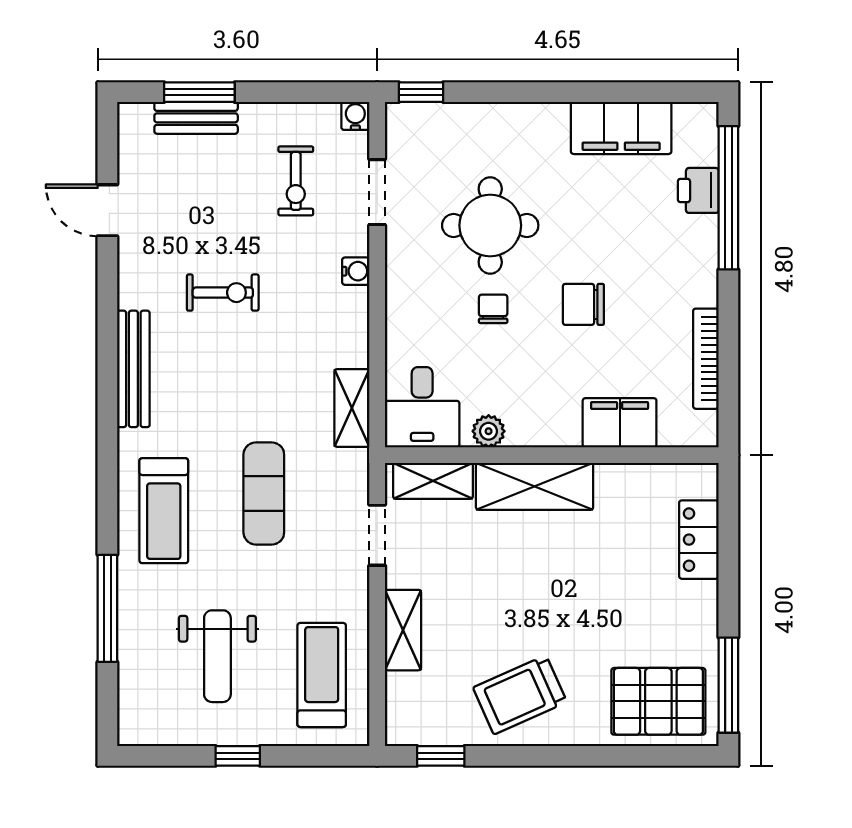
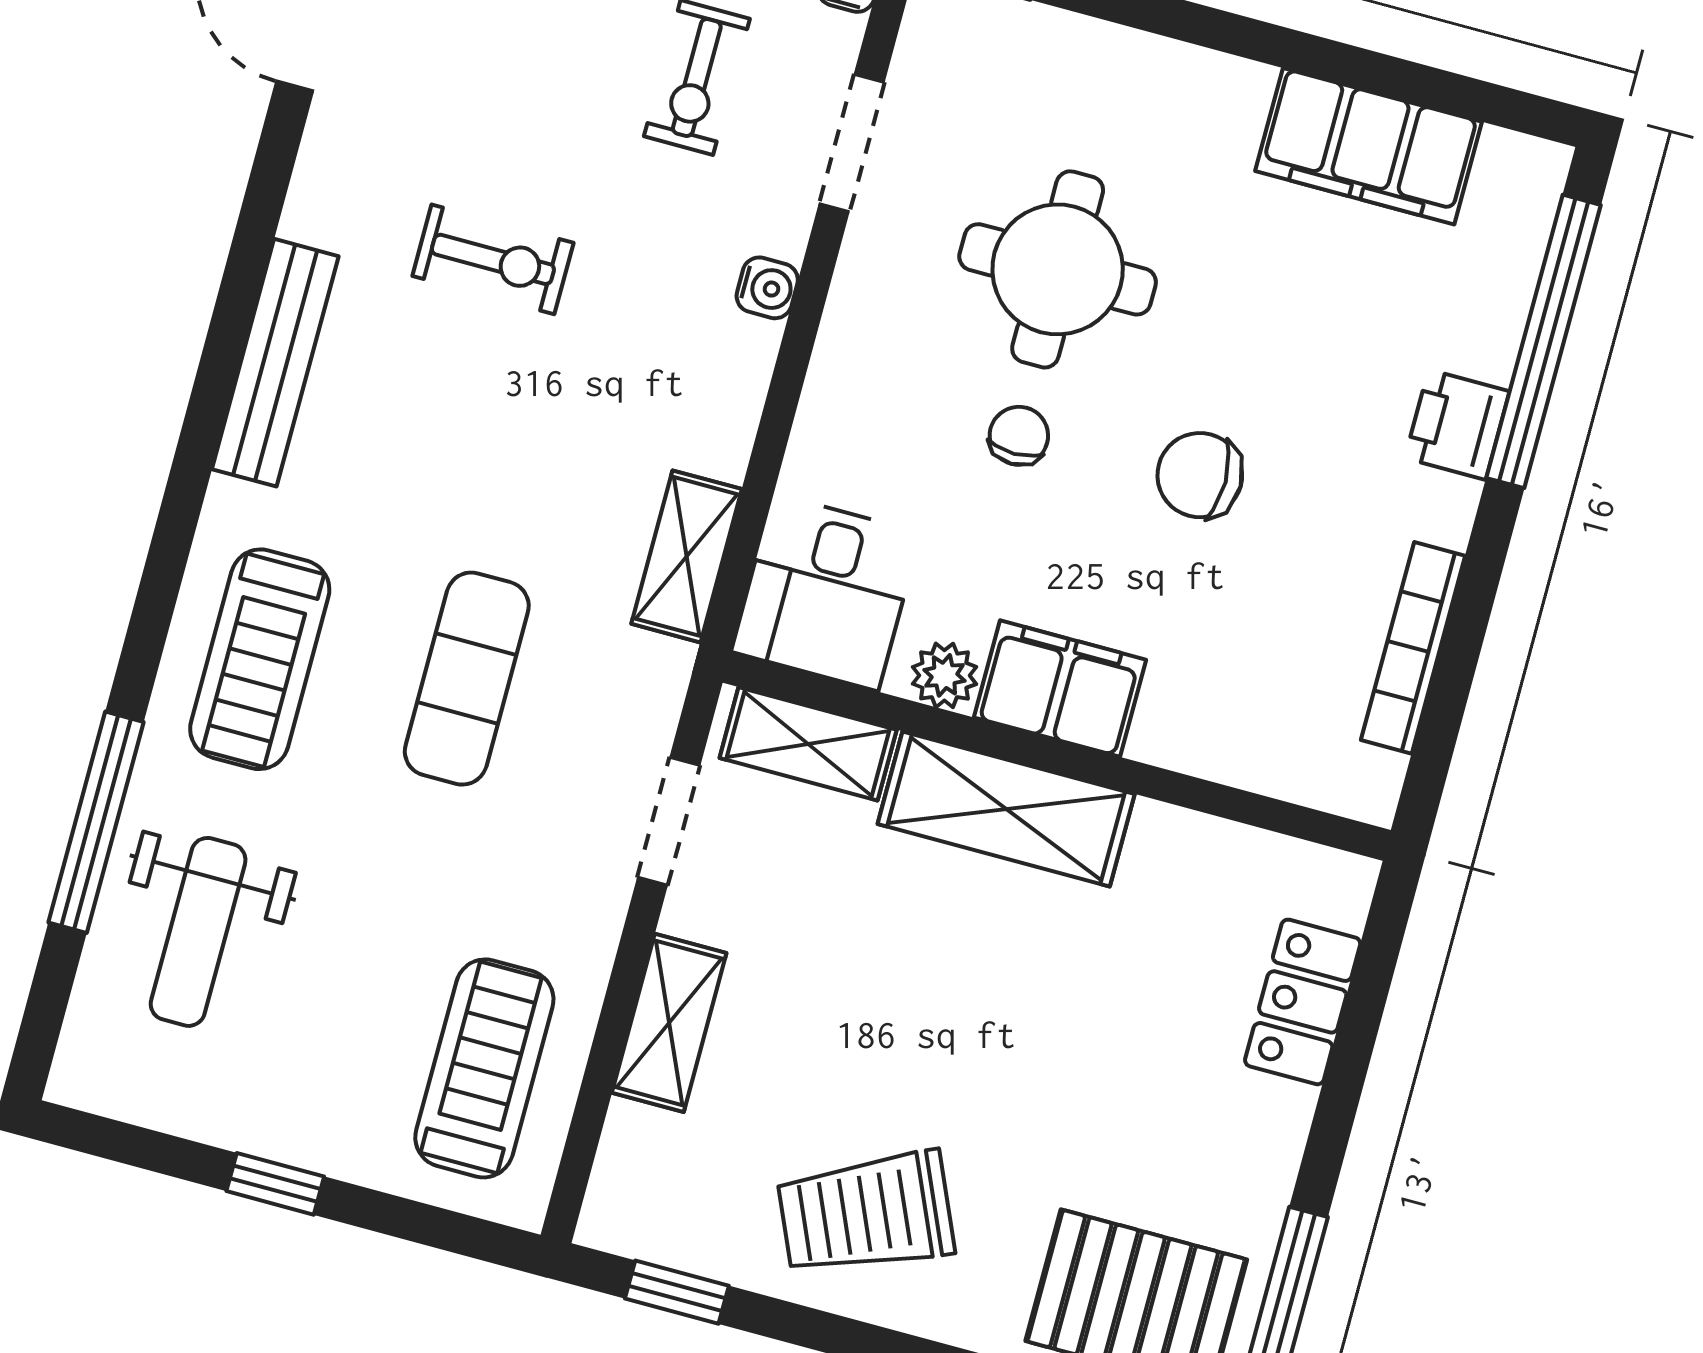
printer: (698, 190) -> (1457, 425), moved
filing cabinet: (620, 423) -> (1060, 689), moved
weight bench: (217, 656) -> (198, 932), moved

